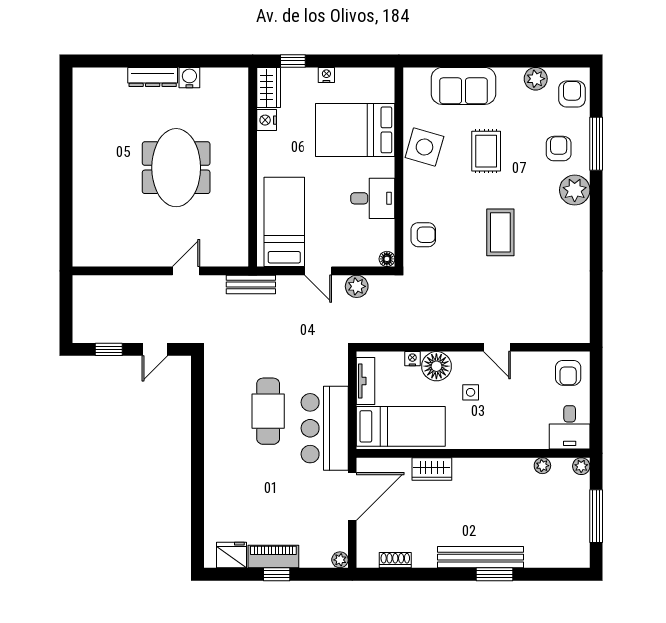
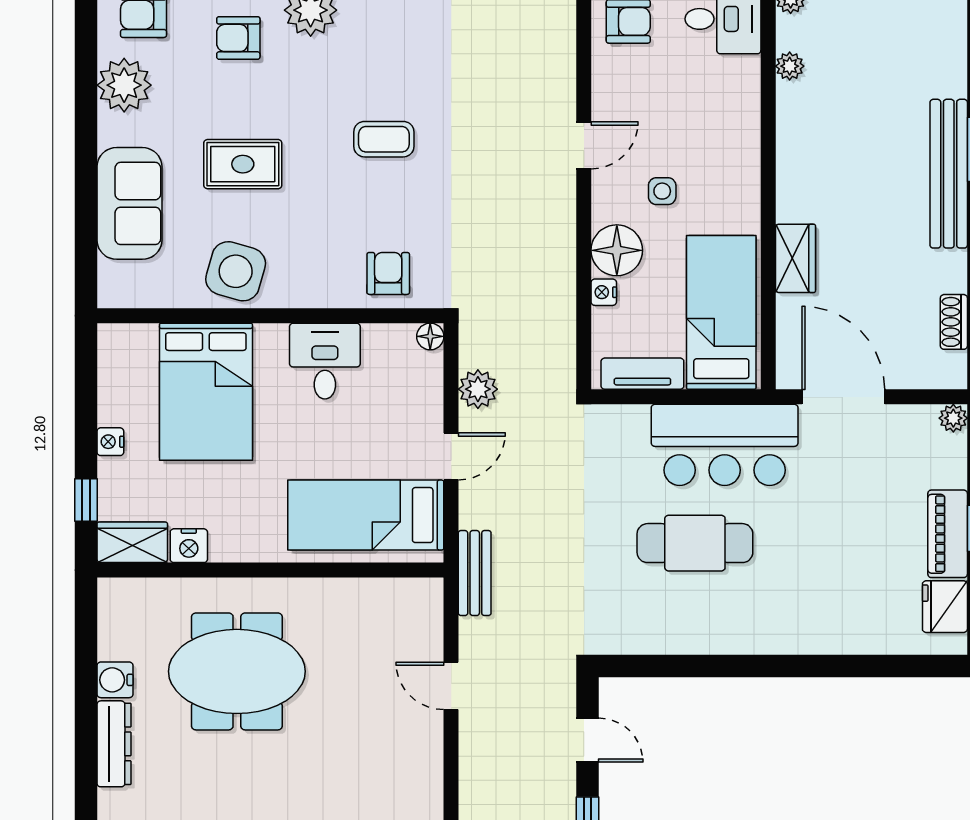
plant: (536, 79) -> (124, 85), width x1.36, depth x1.36
meeting table: (176, 168) -> (237, 671), moved
coffee table: (500, 232) -> (384, 139), width x0.73, depth x0.77

